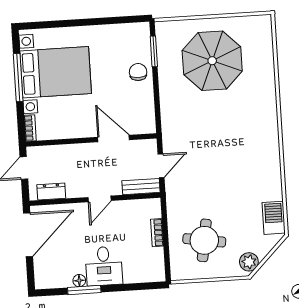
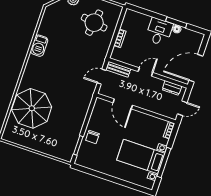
parasol: (212, 61) -> (32, 108), moved
bed with nightstands: (56, 72) -> (141, 157), width x0.73
barbecue: (274, 218) -> (39, 46), moved

